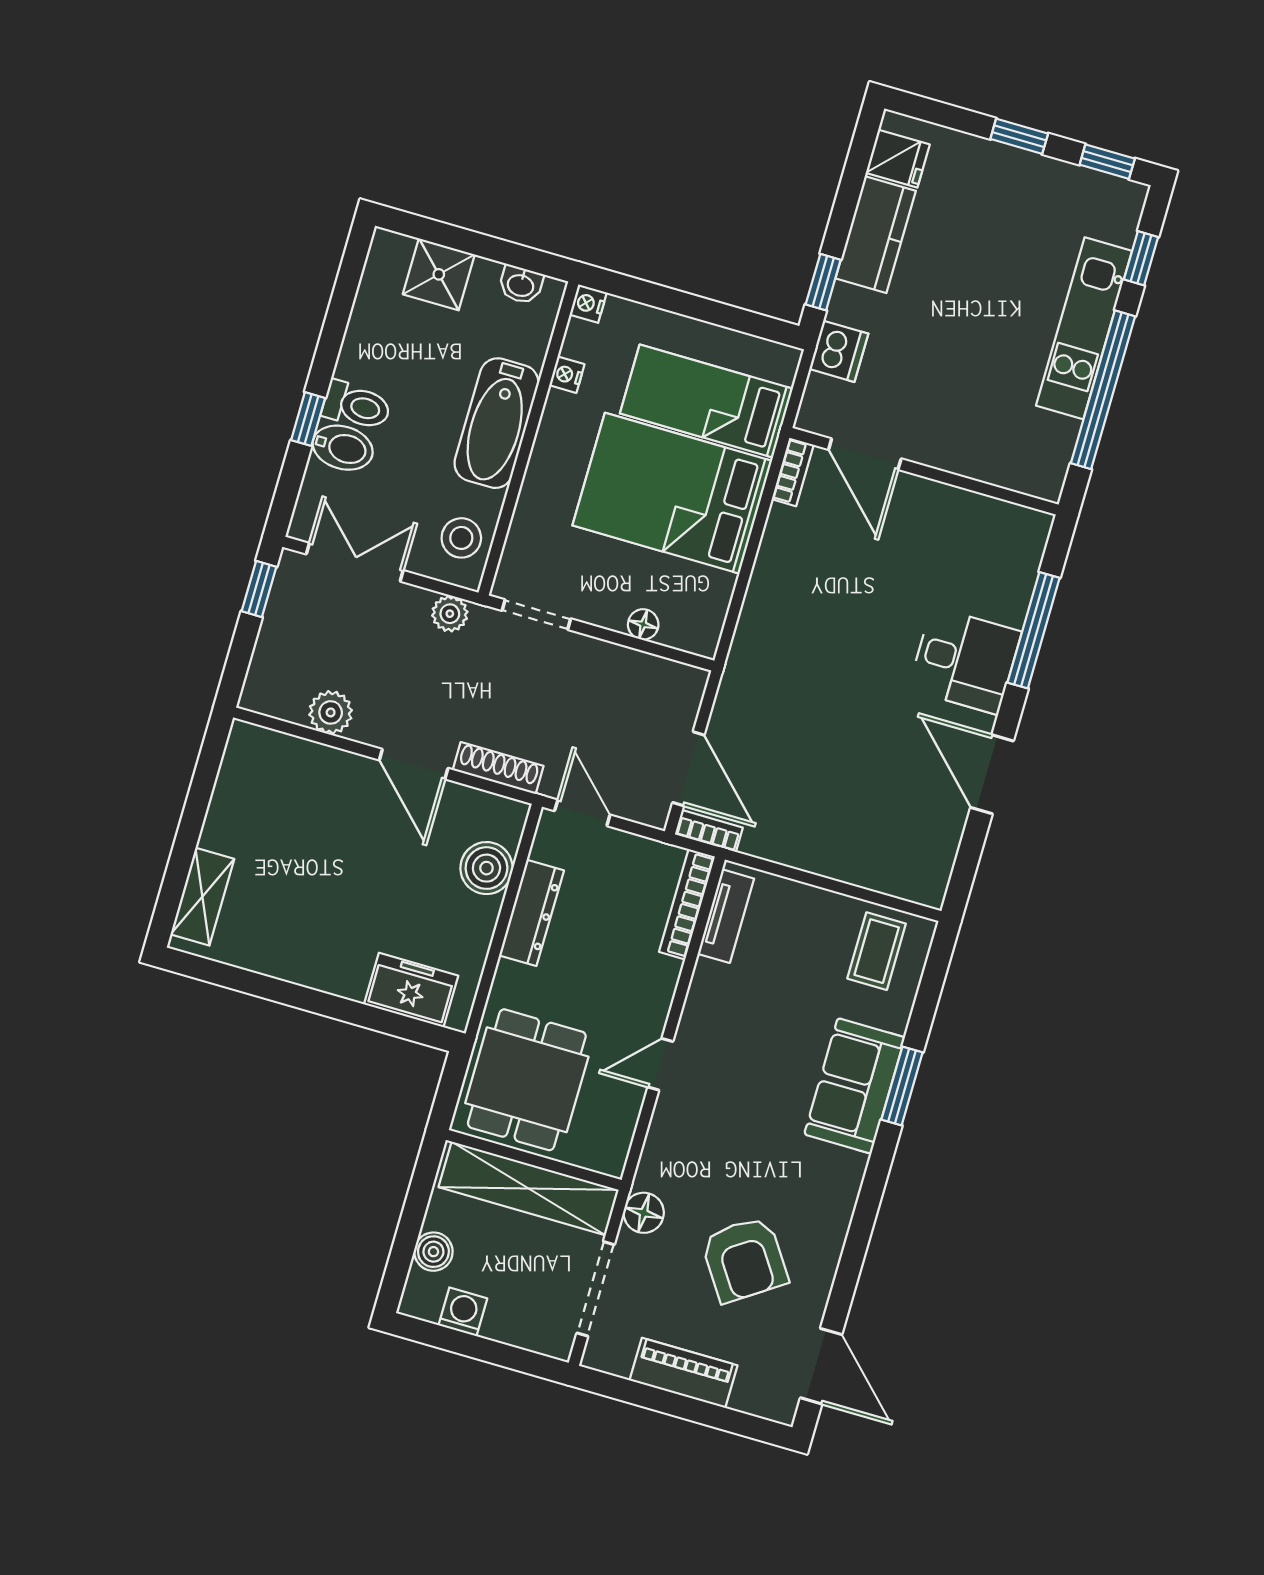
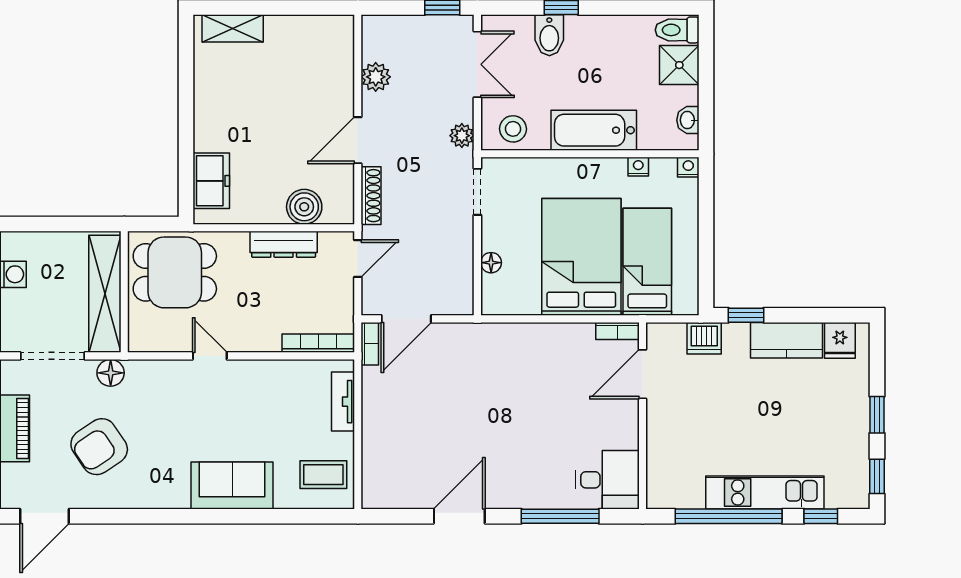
toilet: (357, 406) -> (677, 30), moved, turned 90
desk: (965, 660) -> (608, 480), moved, turned -90
tv unit: (726, 916) -> (343, 402), moved, turned 90
window: (902, 1086) -> (241, 516), removed
boiler: (433, 1252) -> (46, 244), removed

